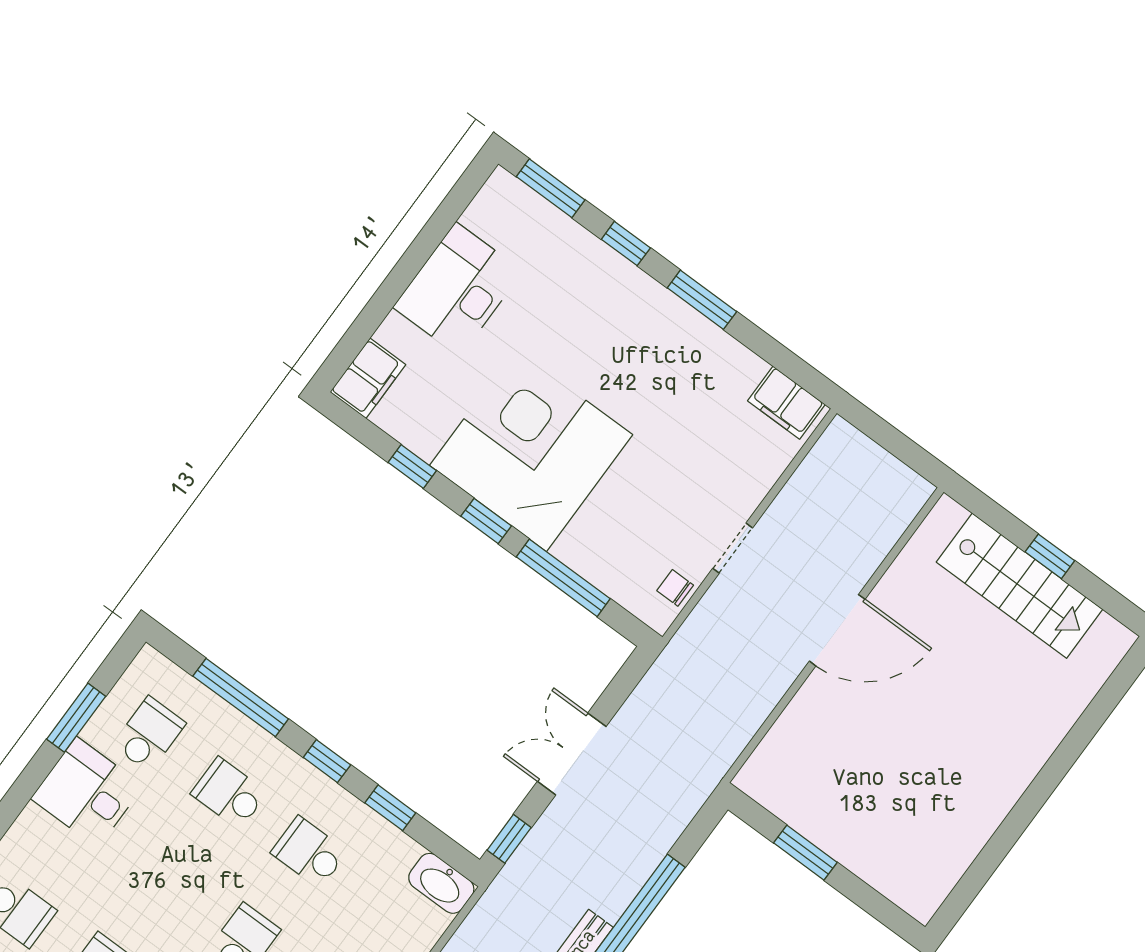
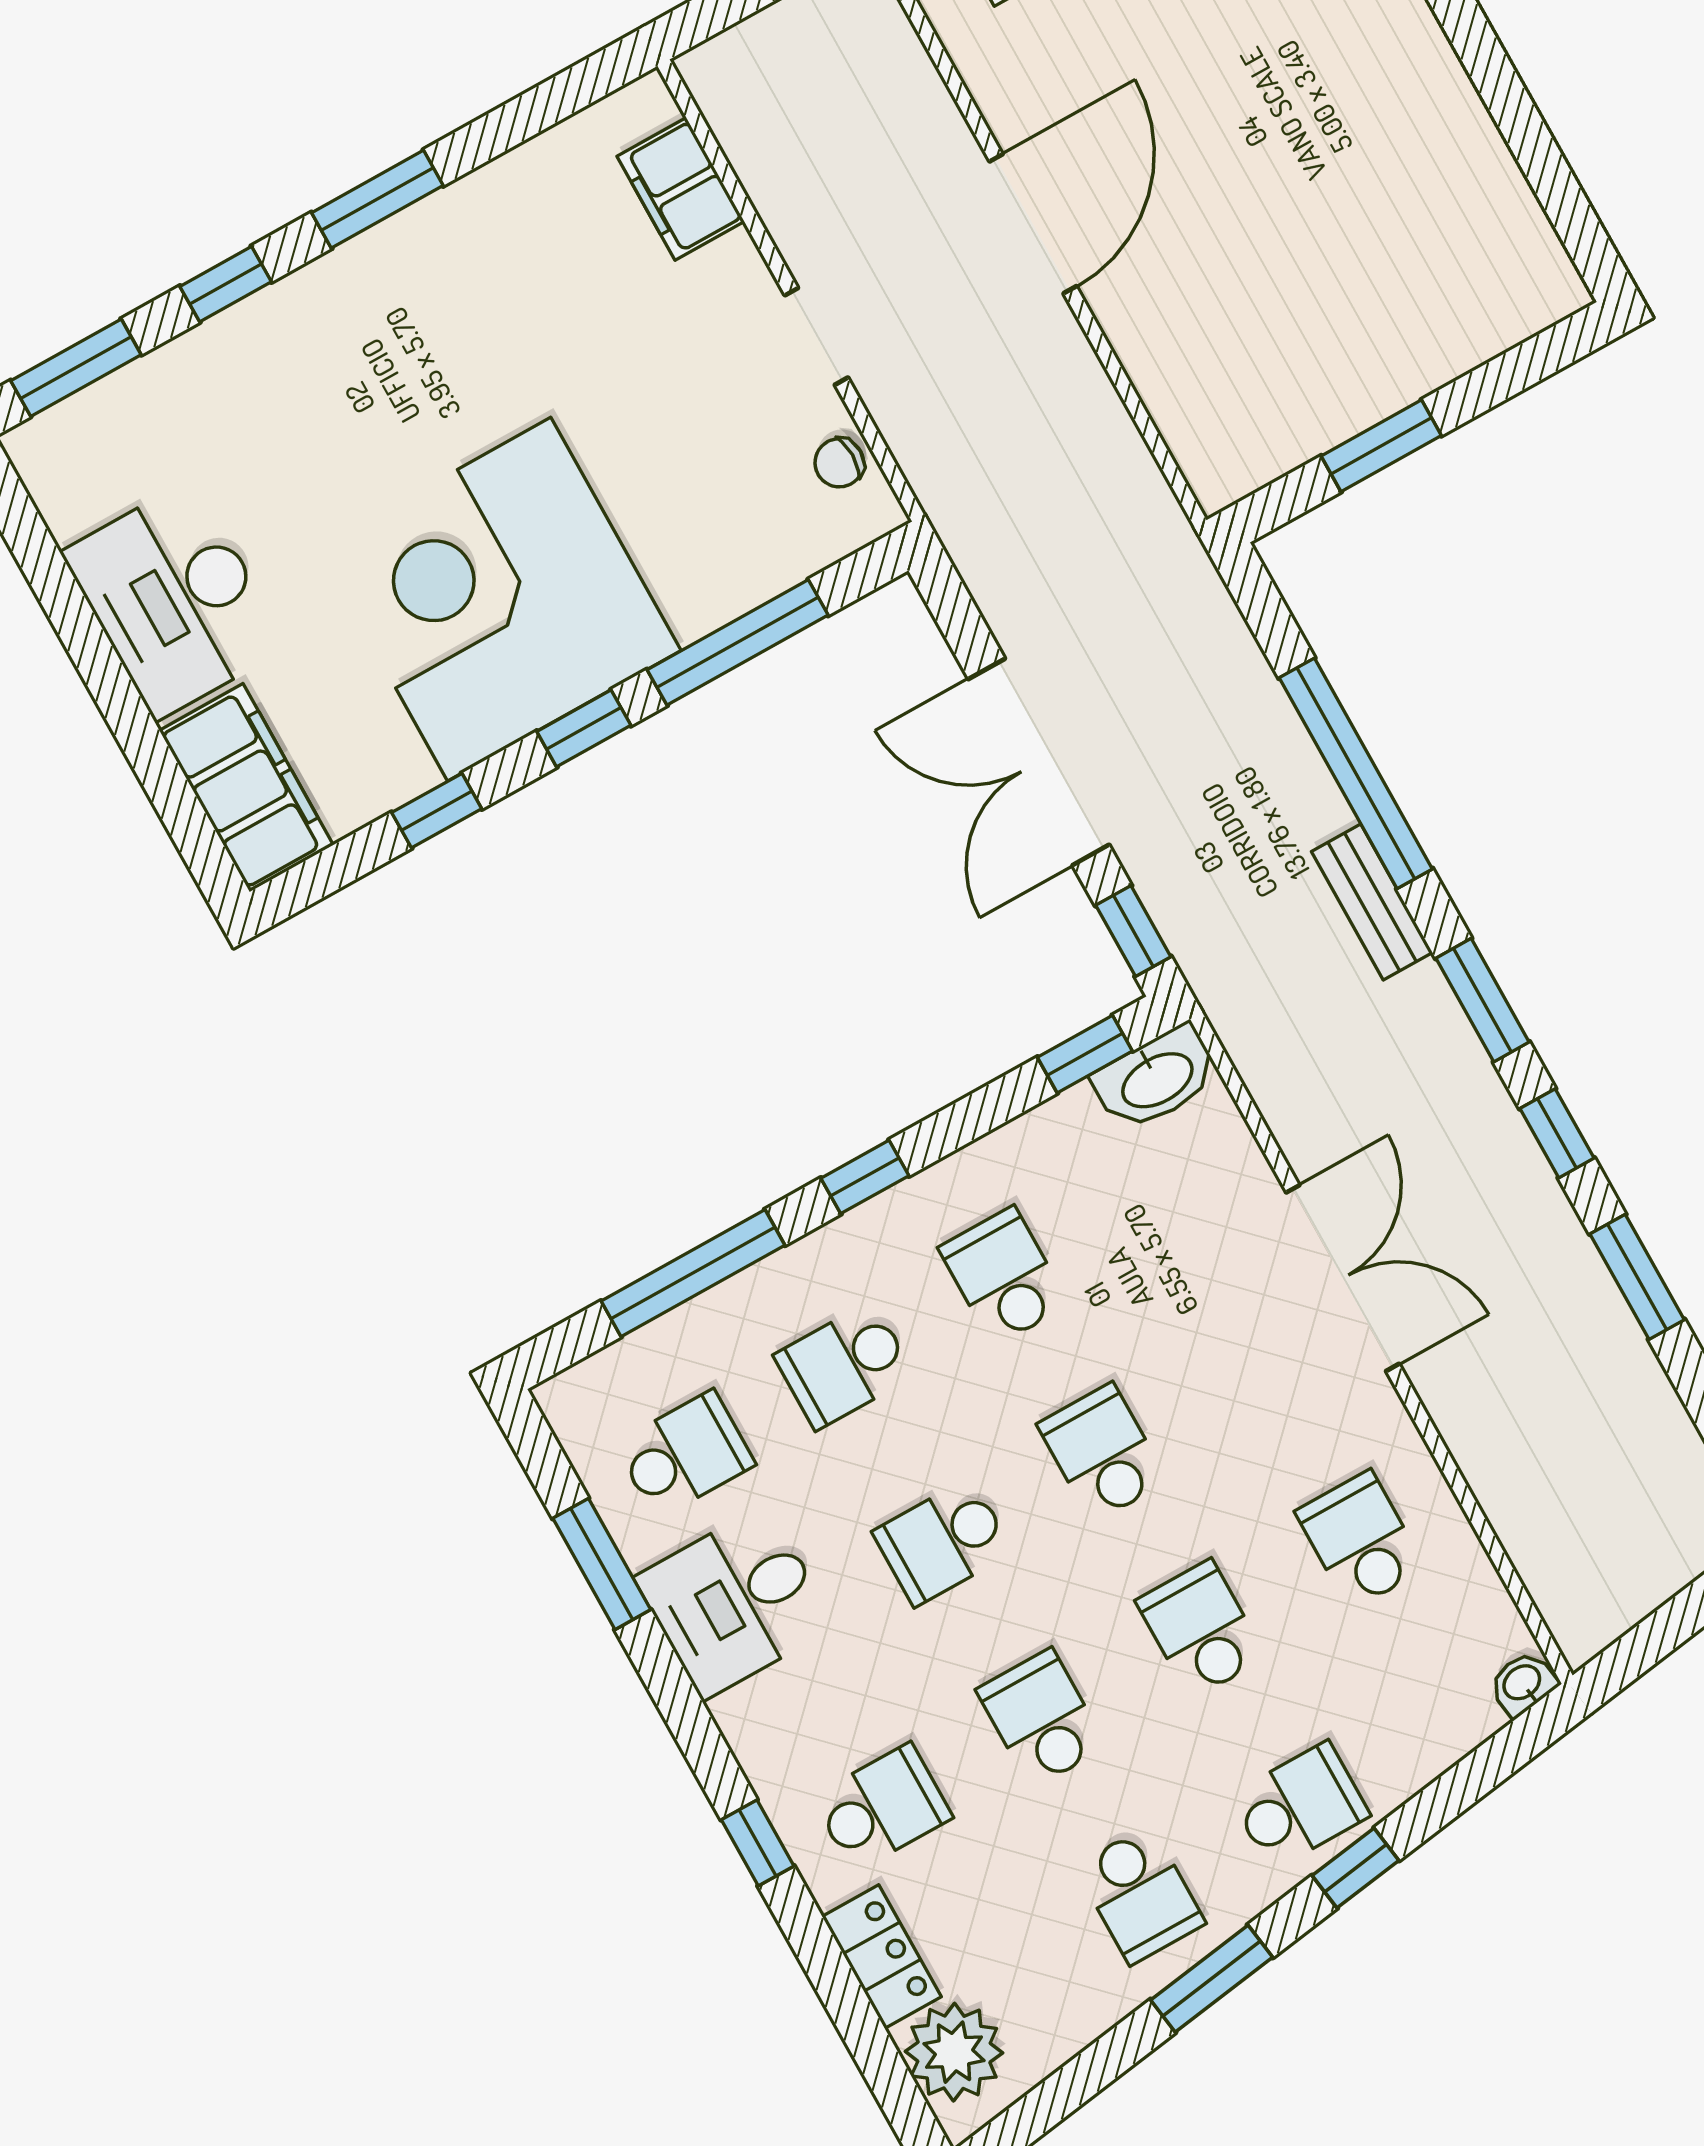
filing cabinet: (368, 378) -> (246, 788), width x1.50, depth x1.17
filing cabinet: (786, 403) -> (681, 189), moved, turned 90
school desk: (149, 734) -> (685, 1454), turned 90
double door: (572, 754) -> (1039, 762), width x1.37
window: (390, 808) -> (1085, 1054), moved
school desk: (309, 852) -> (1004, 1276), turned 90
school desk: (164, 882) -> (943, 1542), added

